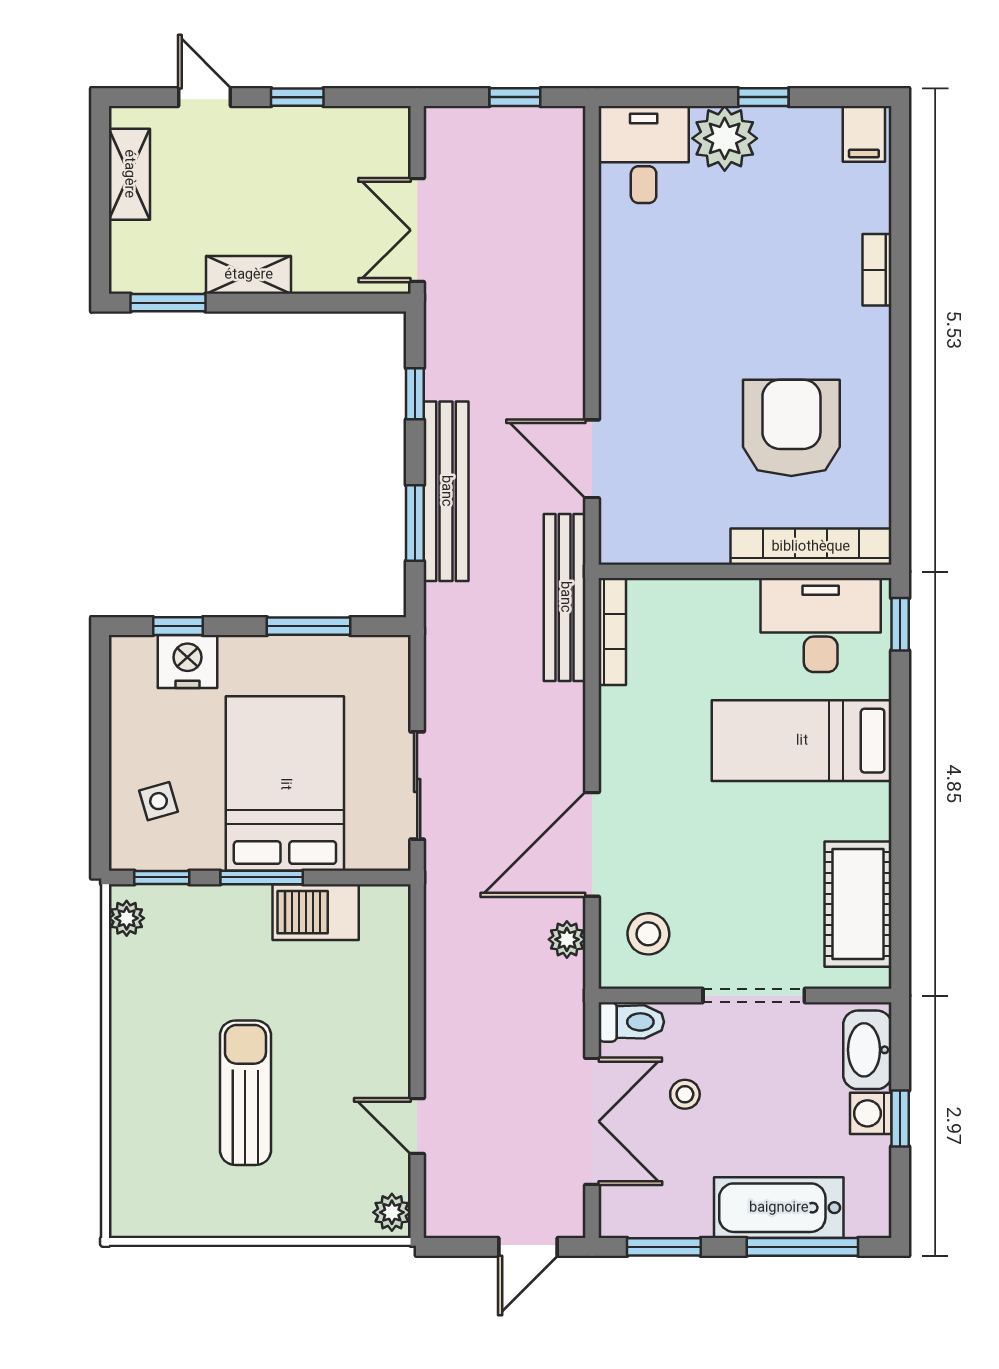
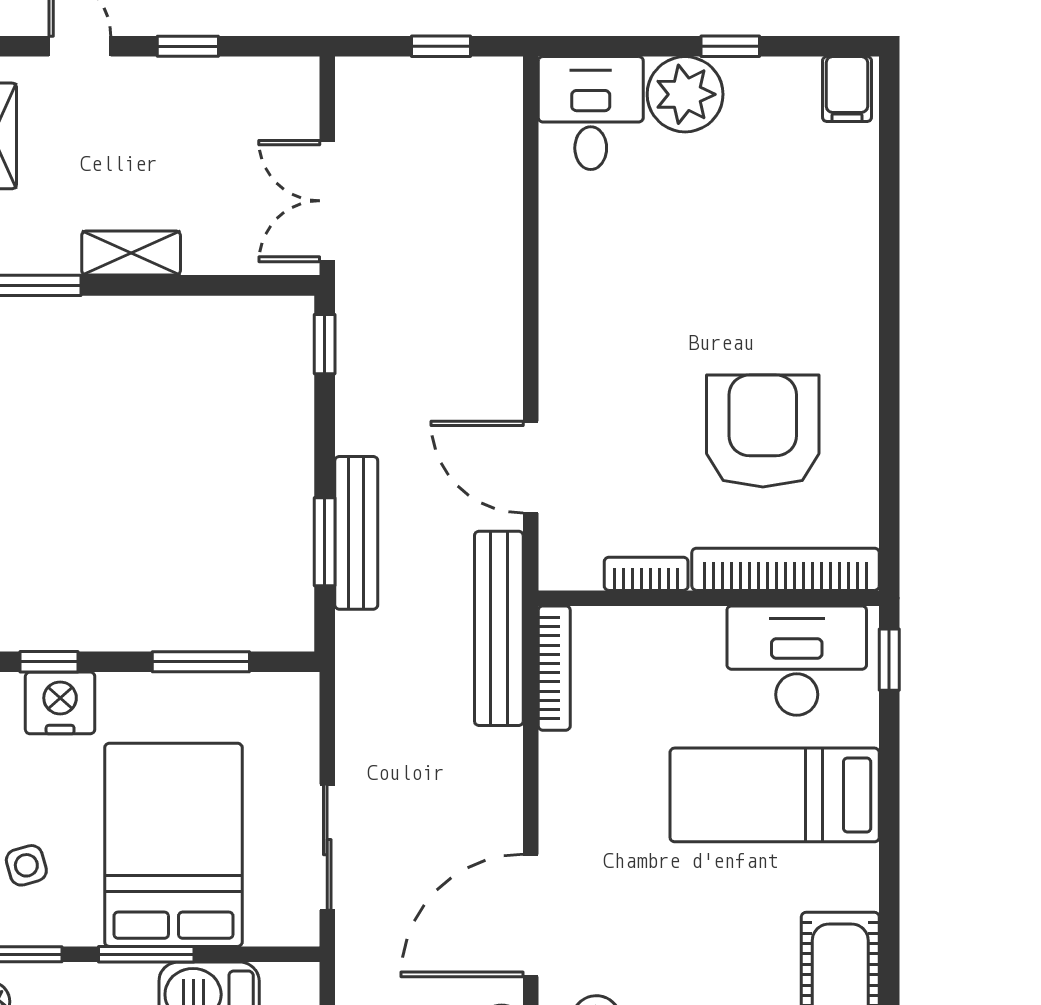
bookcase: (877, 270) -> (646, 574), moved, turned 90
window: (415, 394) -> (325, 344), moved
bench: (446, 491) -> (356, 533), width x0.73, depth x0.82

